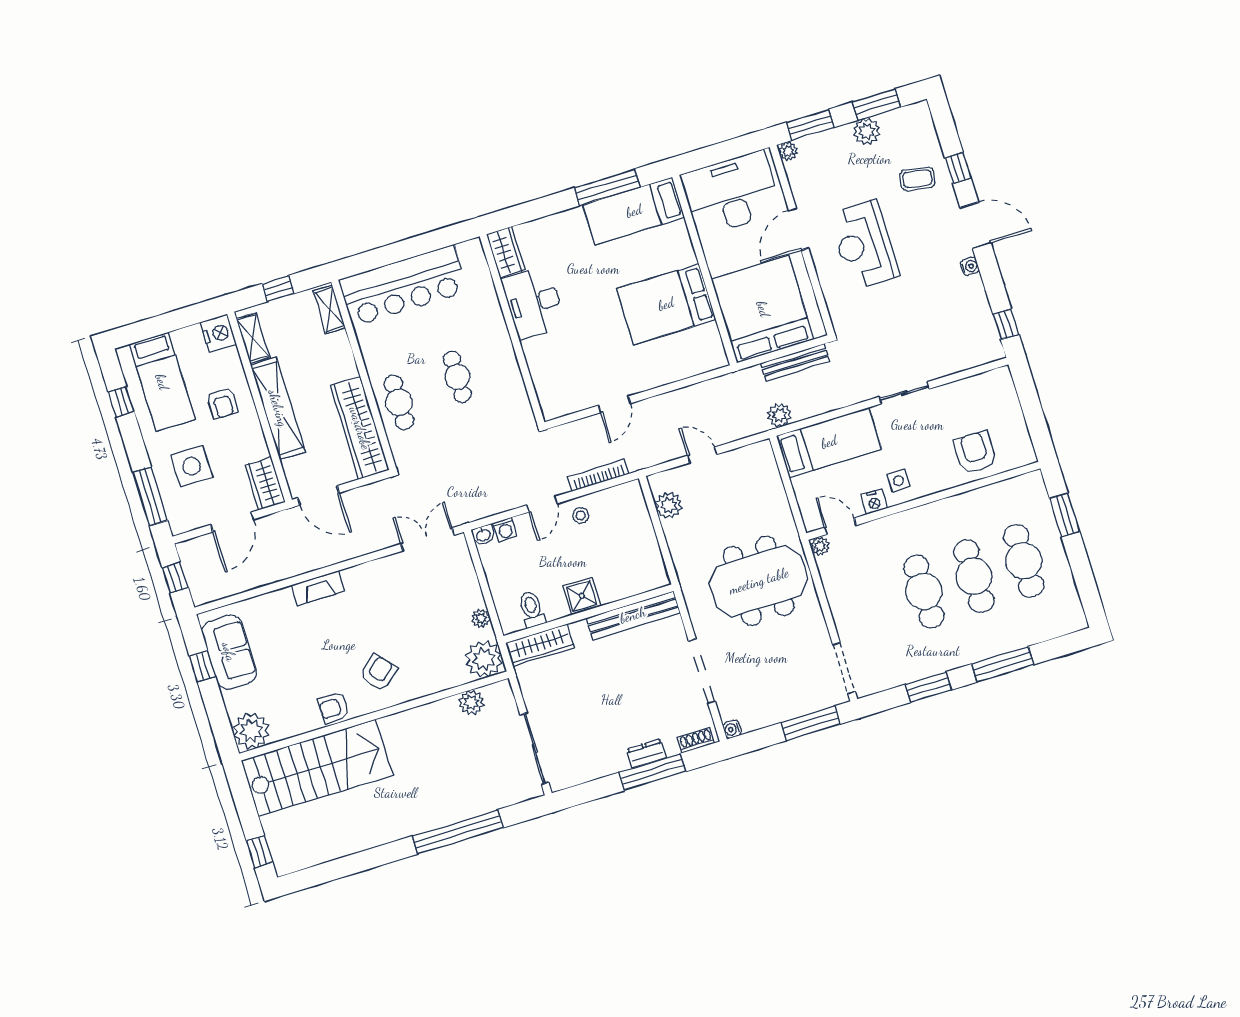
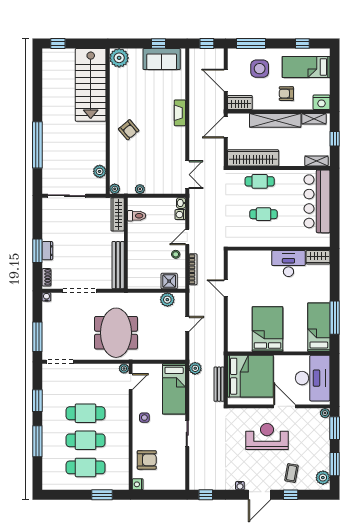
plant: (867, 131) -> (323, 478), moved
nightstand: (874, 502) -> (138, 484), moved
door: (542, 504) -> (187, 237), hinge flipped
shower: (582, 596) -> (169, 281), moved
plant: (484, 659) -> (115, 189), width x0.53, depth x0.53
armchair: (334, 708) -> (118, 102), removed
window: (652, 772) -> (37, 251), width x0.69

